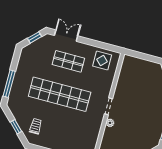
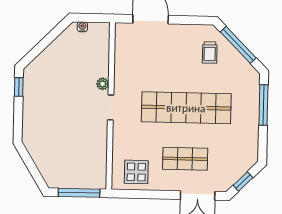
window: (142, 56) -> (79, 193), added
window: (16, 127) -> (238, 45), width x2.17

